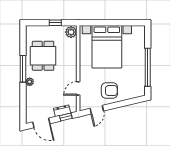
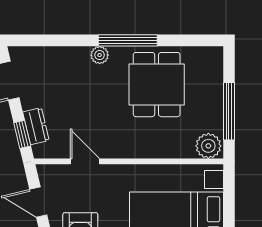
window: (55, 23) -> (229, 111), width x2.17
dining table: (43, 56) -> (157, 85), turned 90

